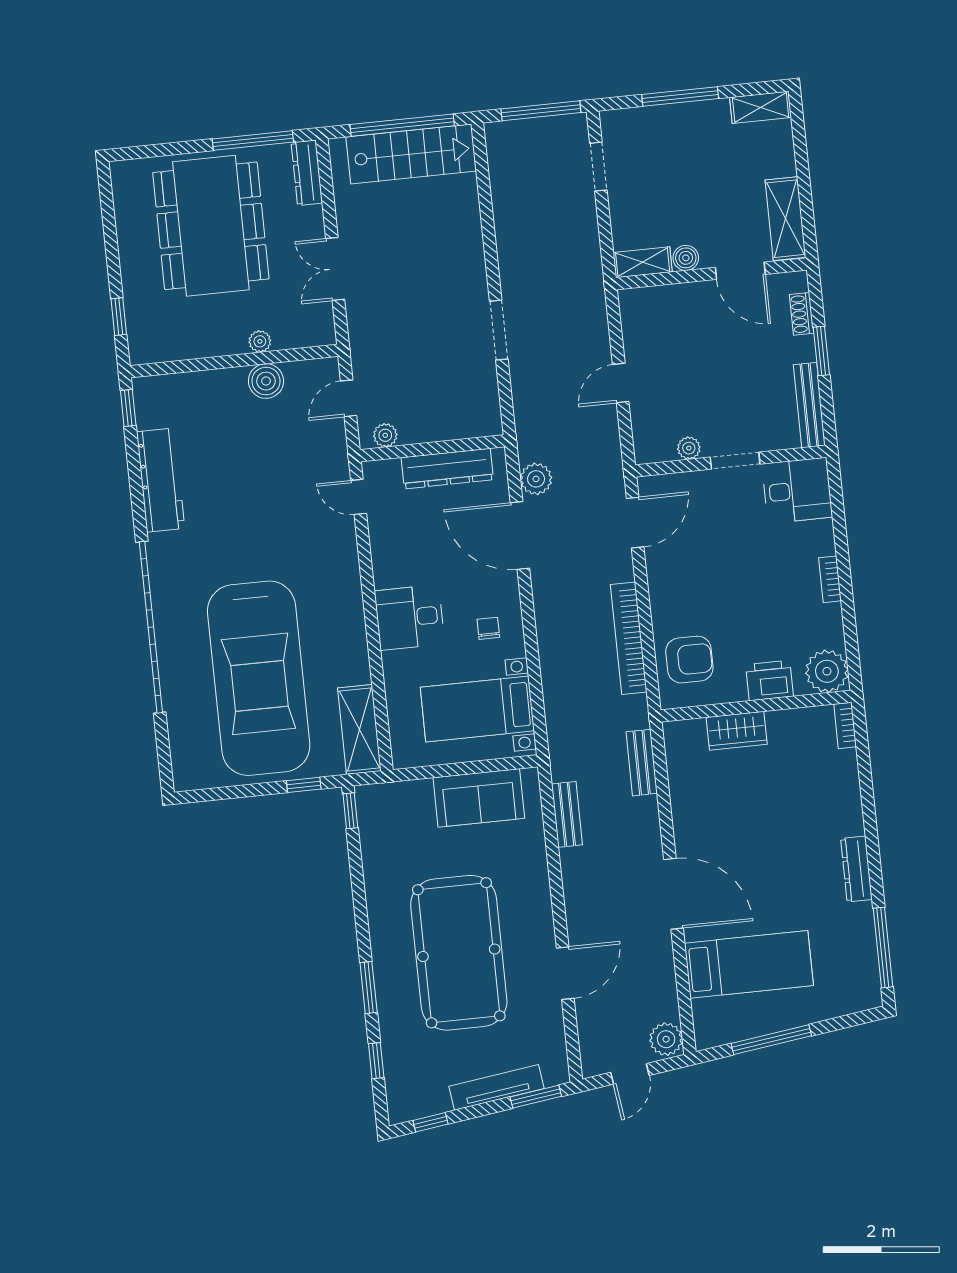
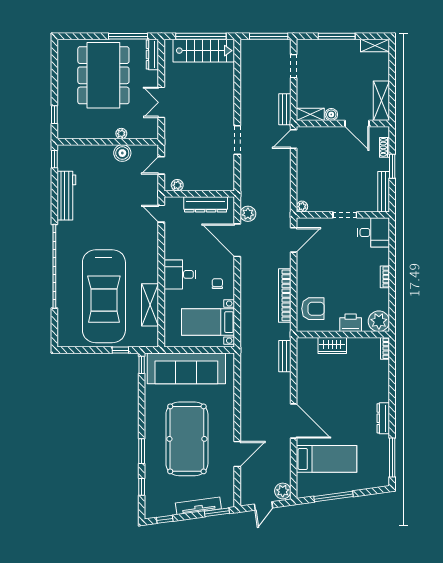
door: (621, 383) -> (294, 139), moved
plant: (689, 448) -> (302, 207), moved
shelving: (359, 729) -> (150, 305), moved
sofa: (479, 798) -> (186, 368), width x1.85, depth x1.27
bench: (567, 814) -> (285, 109), moved

